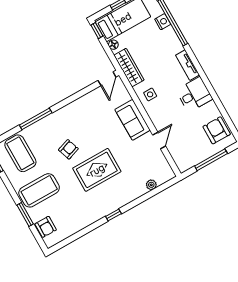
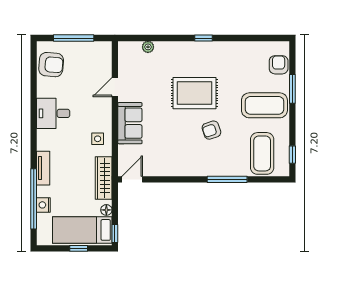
tv unit: (187, 65) -> (43, 168), moved
armchair: (217, 130) -> (51, 65), turned -85

